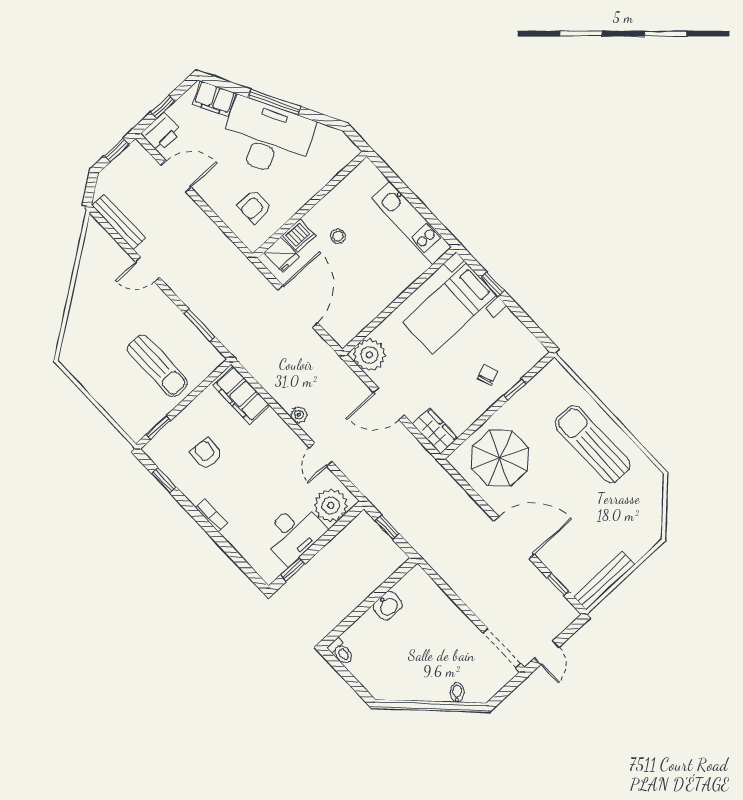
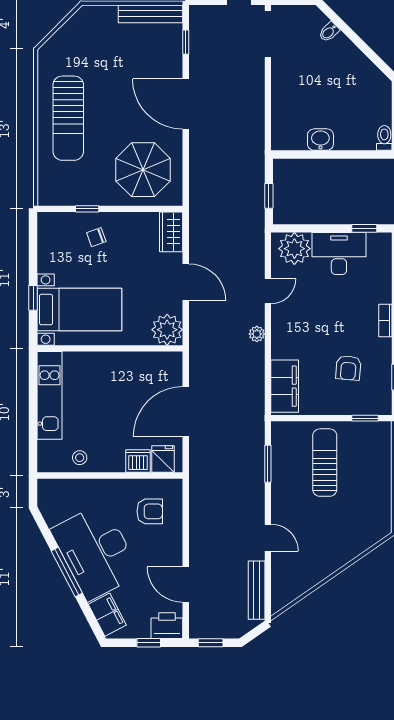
stool: (338, 236) -> (80, 458), moved

